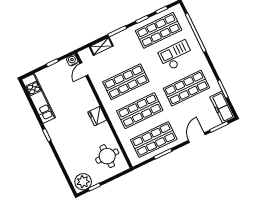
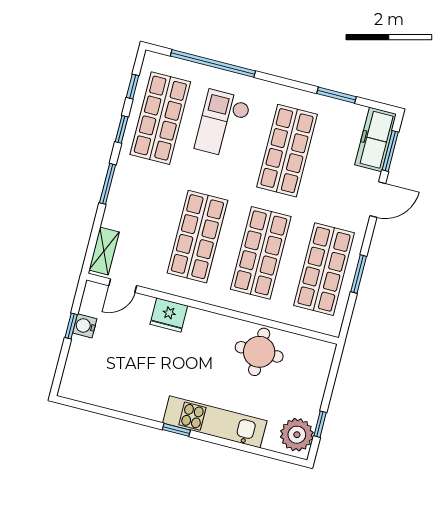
shelving: (101, 46) -> (104, 251), moved
water cooler: (72, 60) -> (85, 326), moved
door: (84, 69) -> (123, 286), hinge flipped
kitchen unit: (39, 98) -> (215, 422), moved
freezer: (222, 107) -> (376, 139), moved, turned 90
fridge: (97, 116) -> (169, 315), moved
door: (197, 138) -> (378, 200), swing flipped
round table: (107, 156) -> (259, 352), moved

